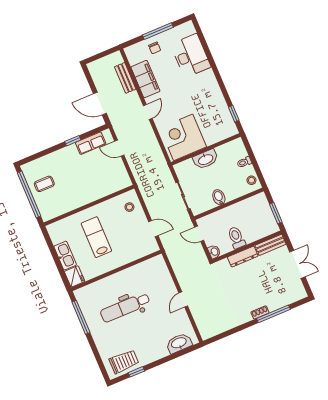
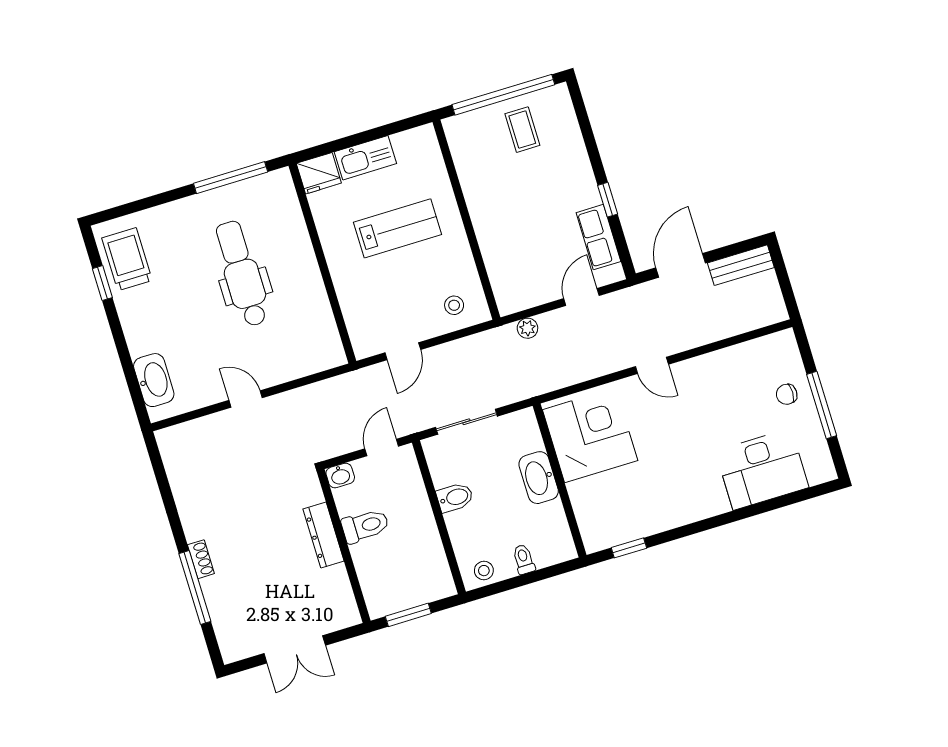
bench: (125, 78) -> (741, 265), moved
filing cabinet: (145, 79) -> (723, 368), removed
plant: (137, 172) -> (527, 328), added
bench: (270, 245) -> (342, 597), removed
trolley: (124, 362) -> (127, 259), turned 180

